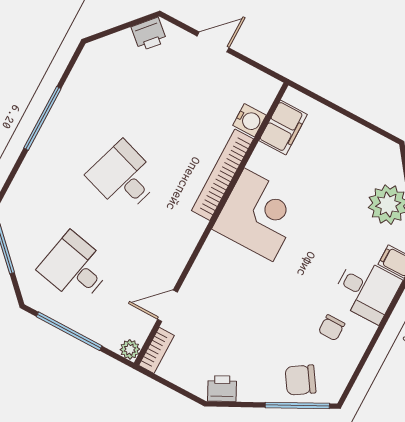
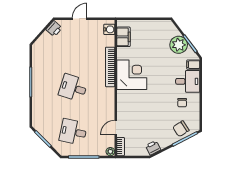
water cooler: (249, 120) -> (109, 29), moved

